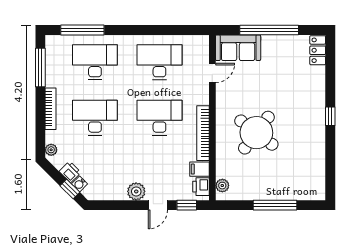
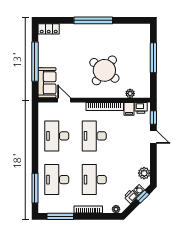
window: (330, 116) -> (93, 20), width x3.17
plant: (222, 186) -> (130, 93), moved
plant: (136, 191) -> (144, 173), moved

